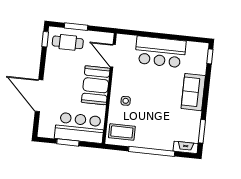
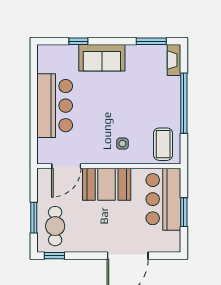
window: (210, 56) -> (78, 41), moved

